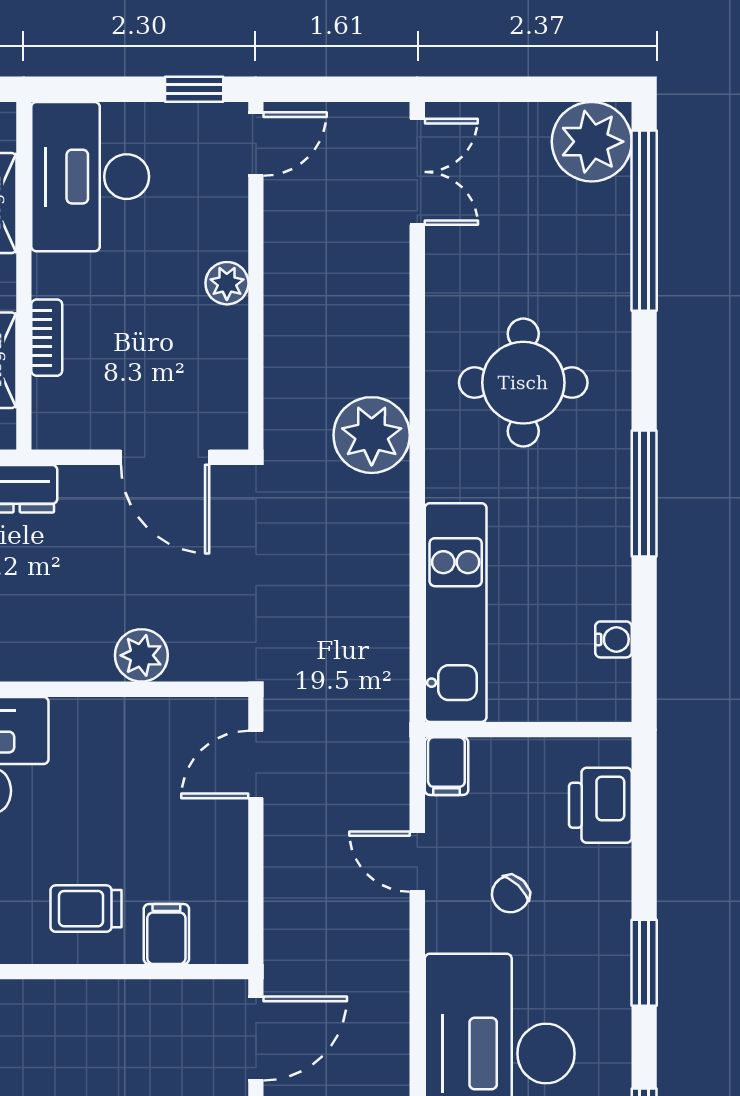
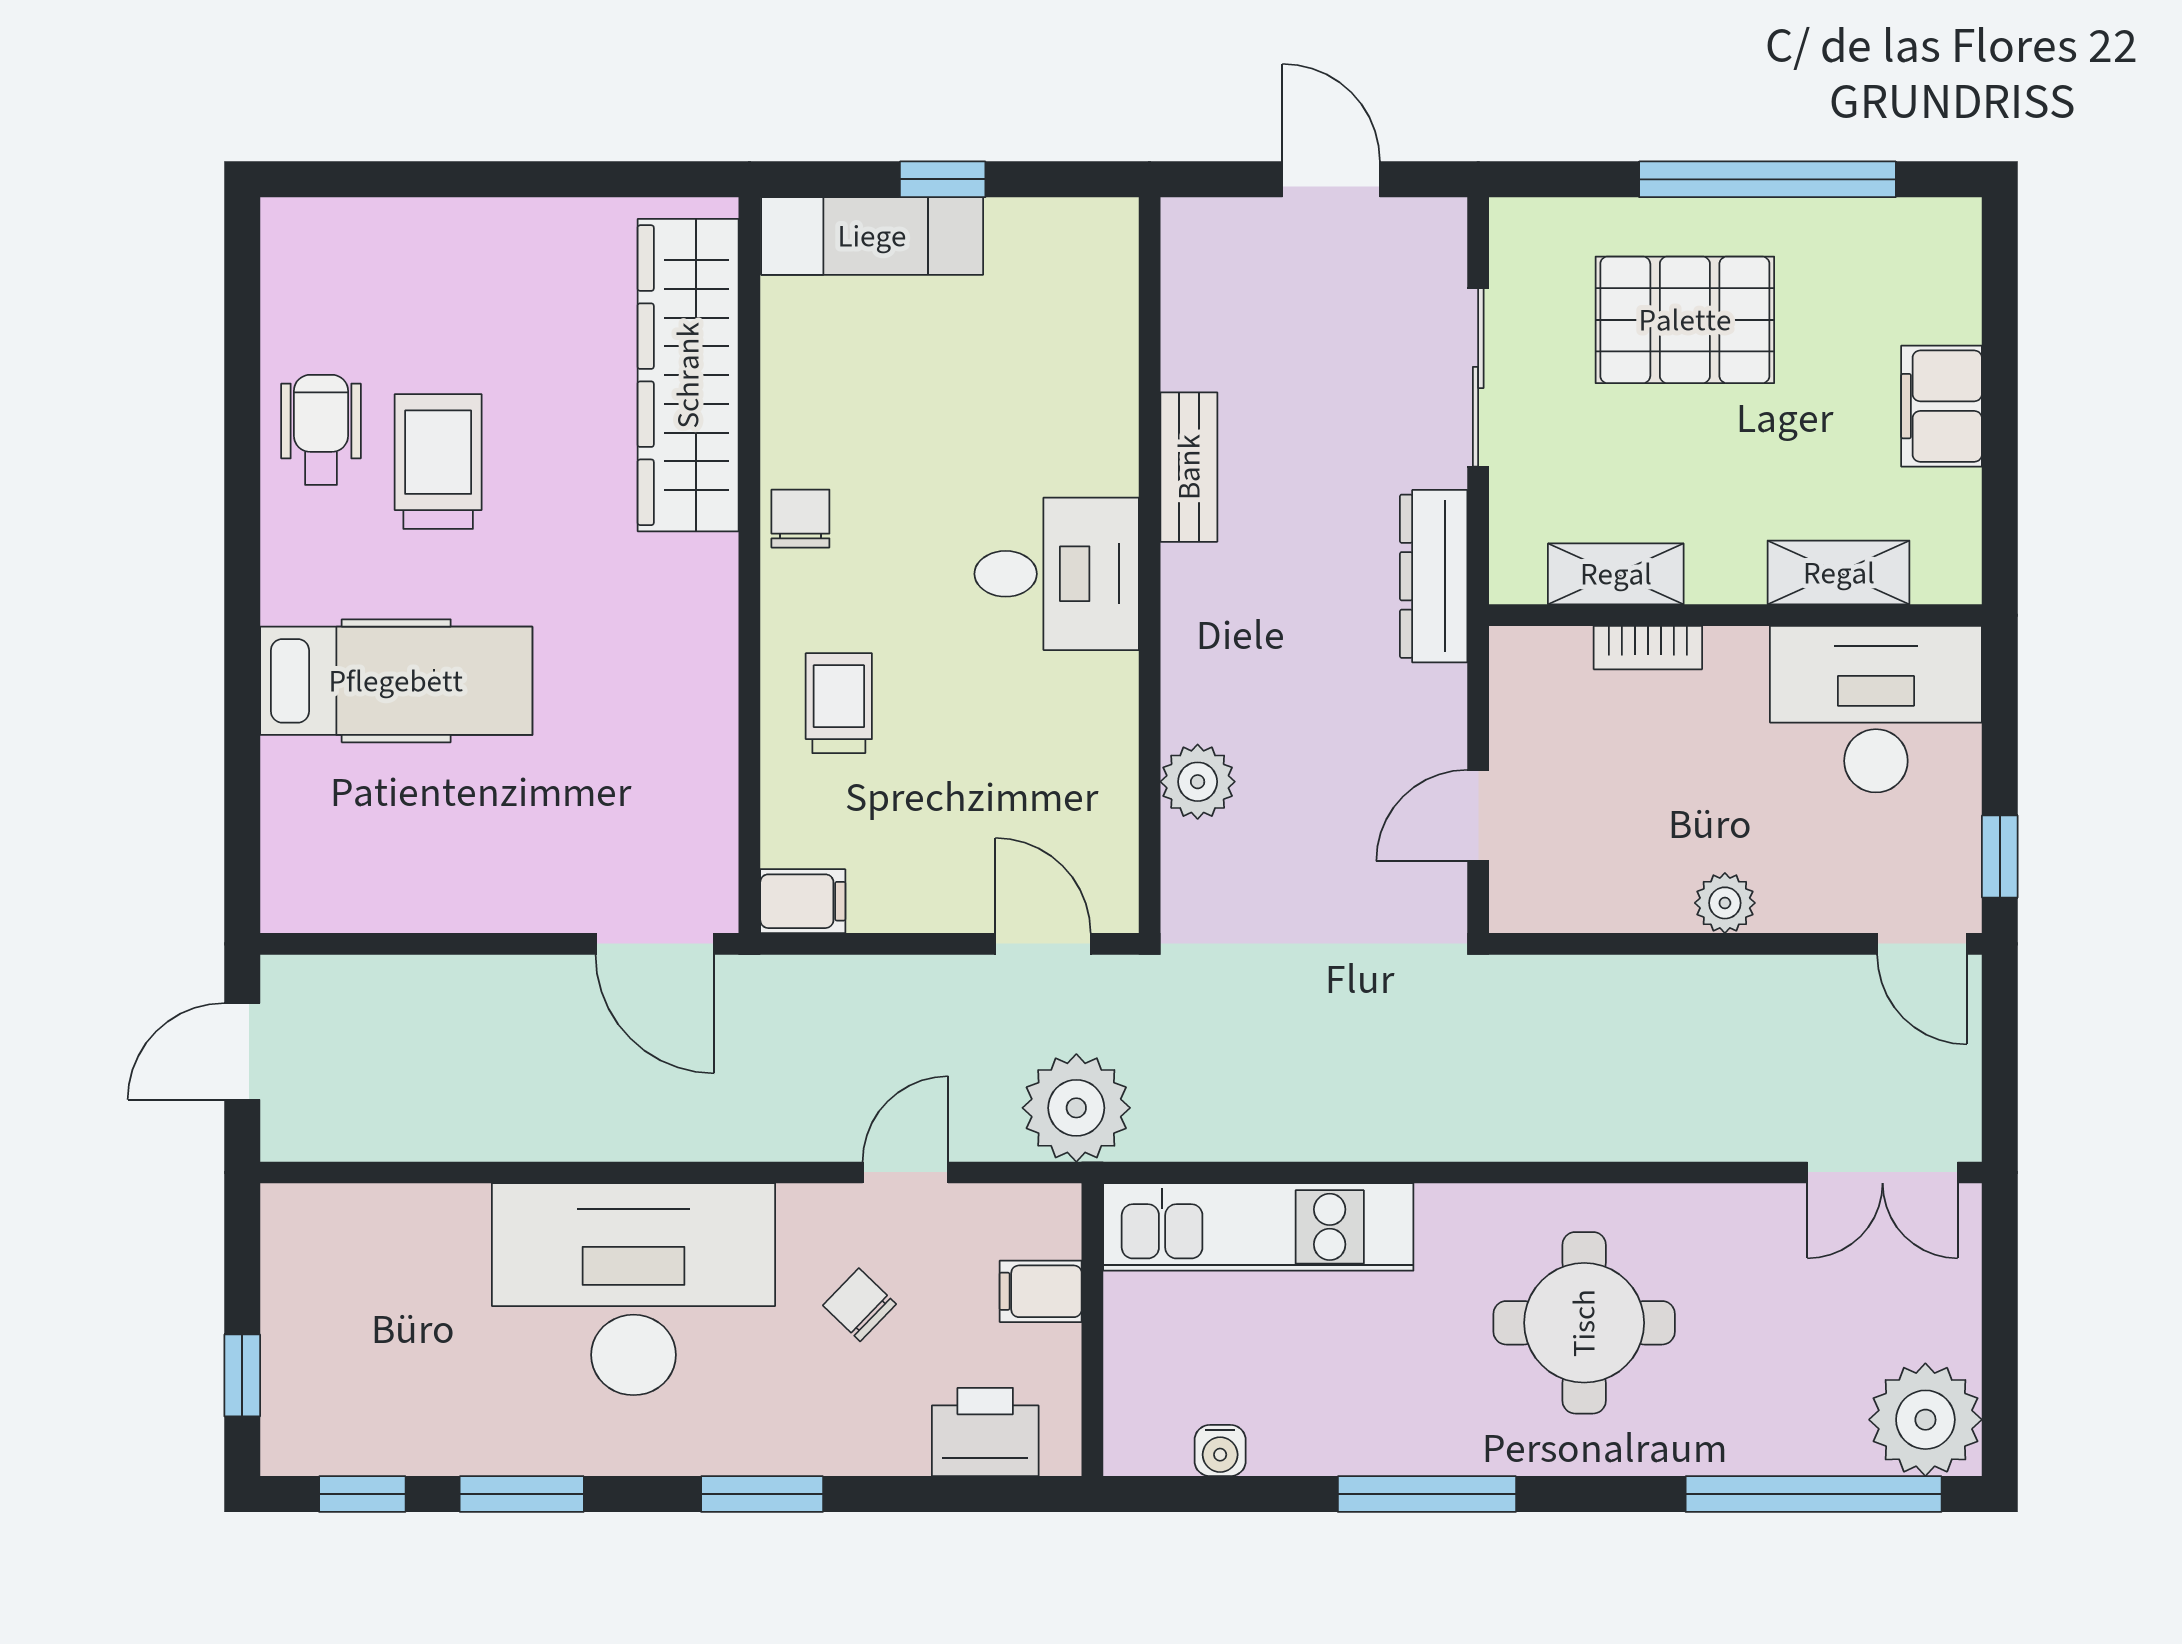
plant: (372, 435) -> (1076, 1108), moved
door: (165, 457) -> (1478, 815), width x0.73
filing cabinet: (446, 766) -> (1041, 1291), moved
filing cabinet: (166, 934) -> (803, 901), moved

